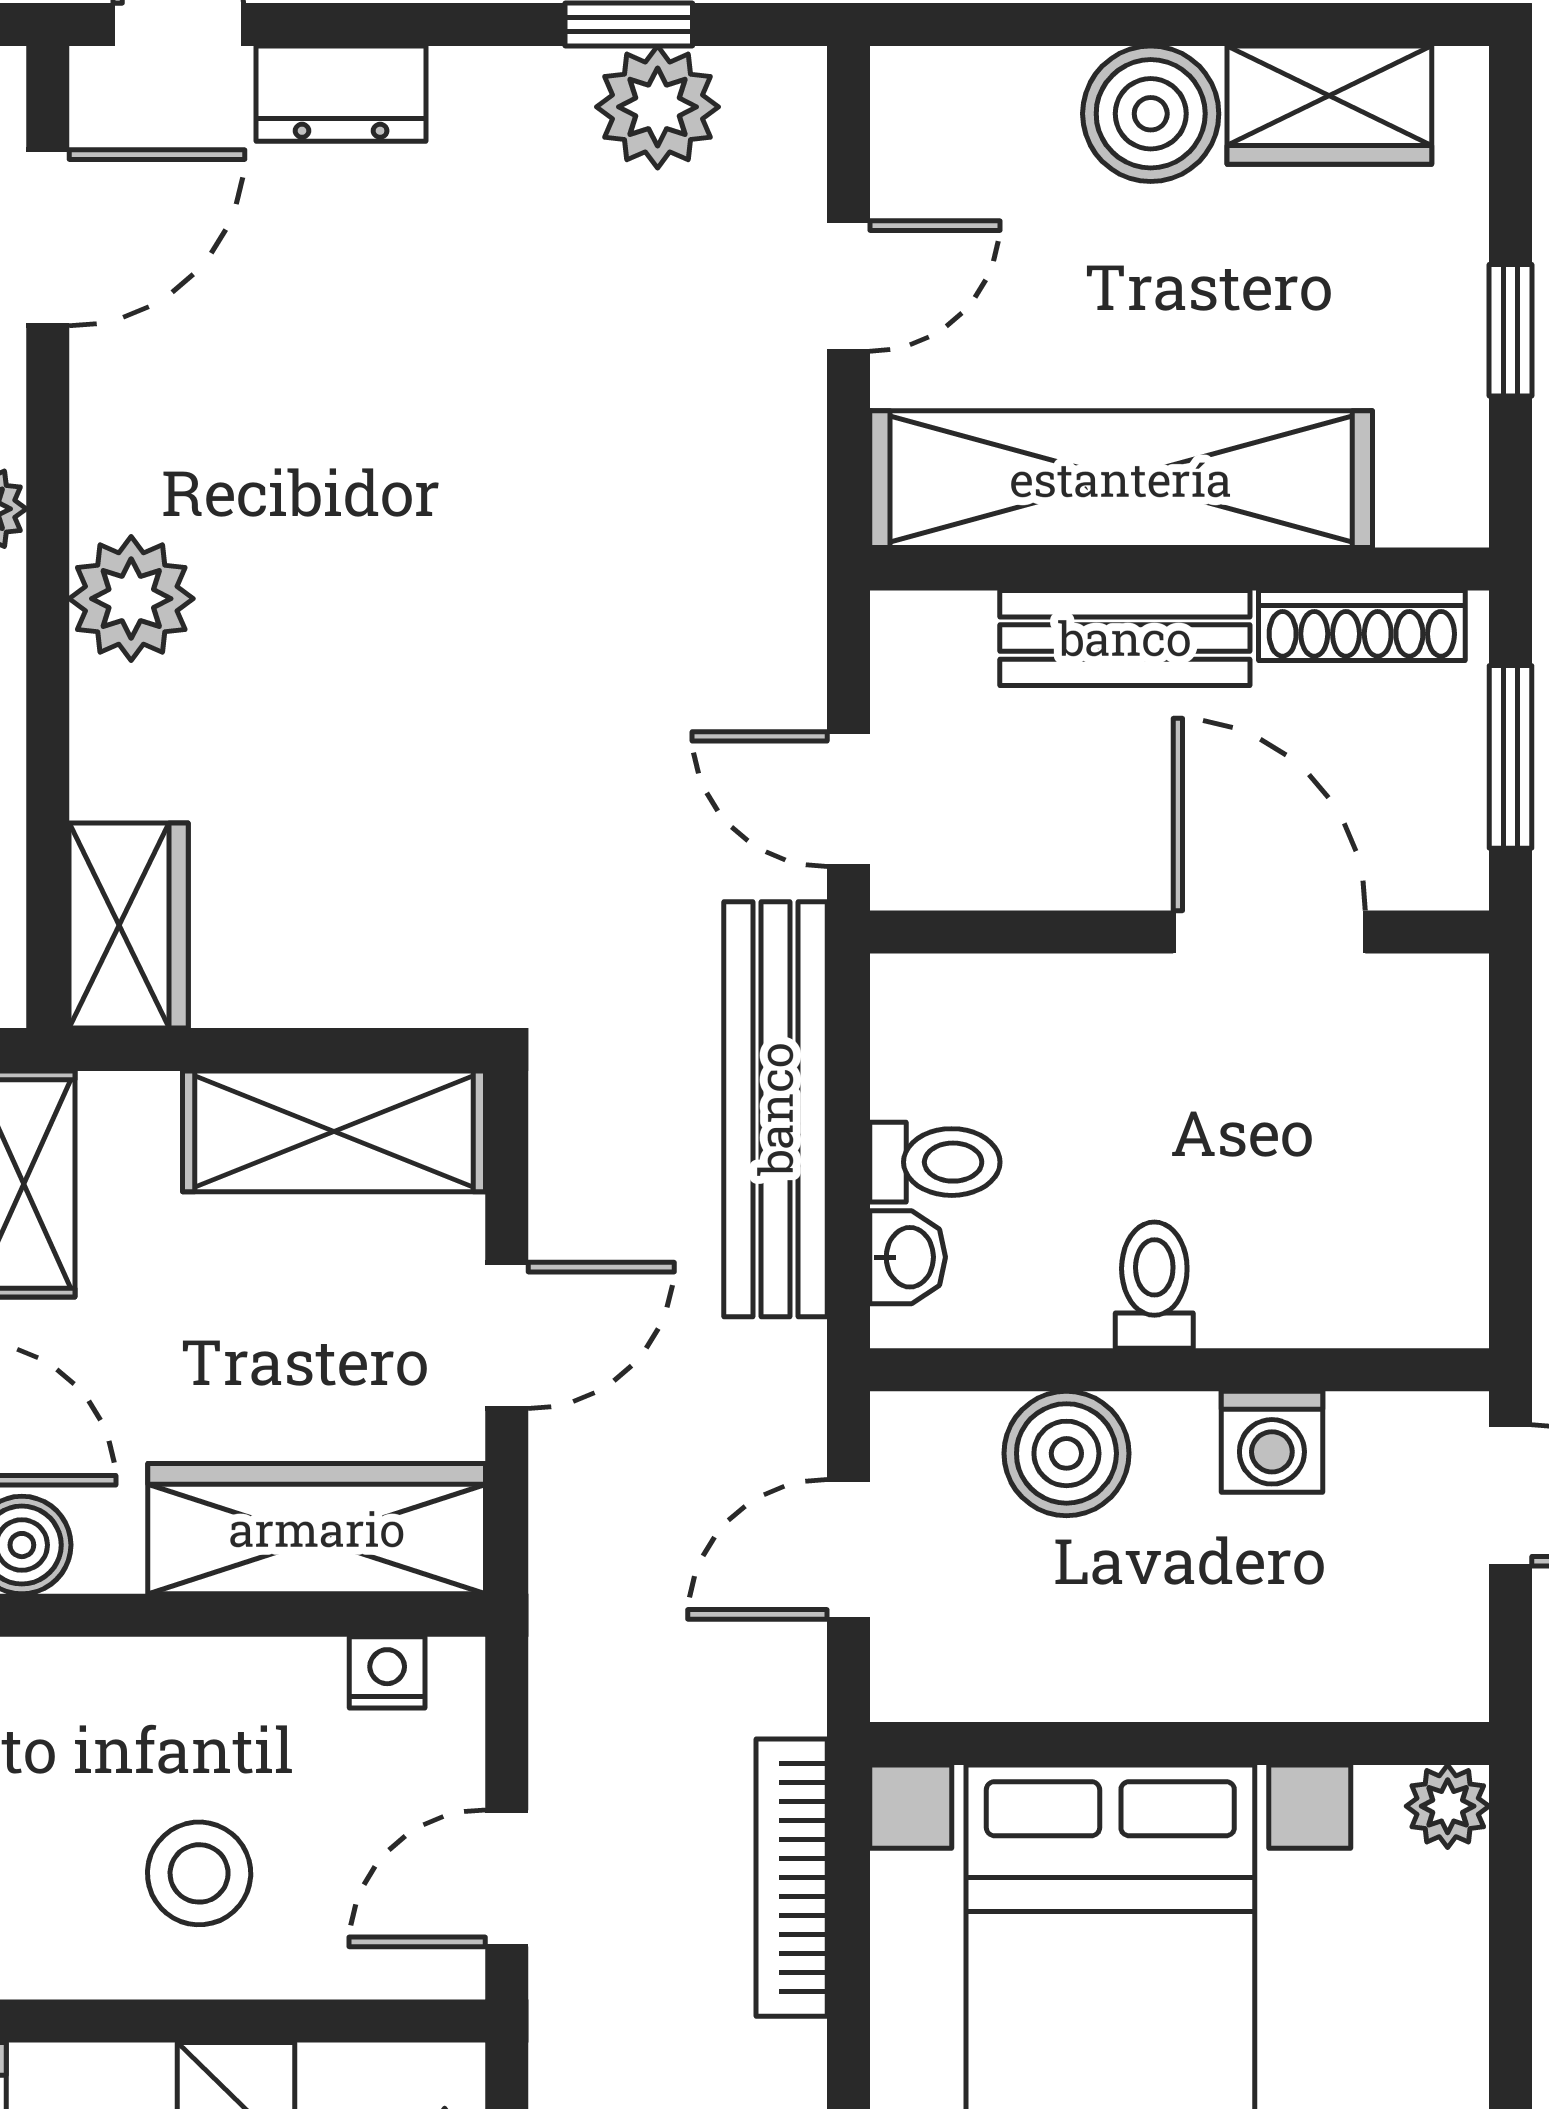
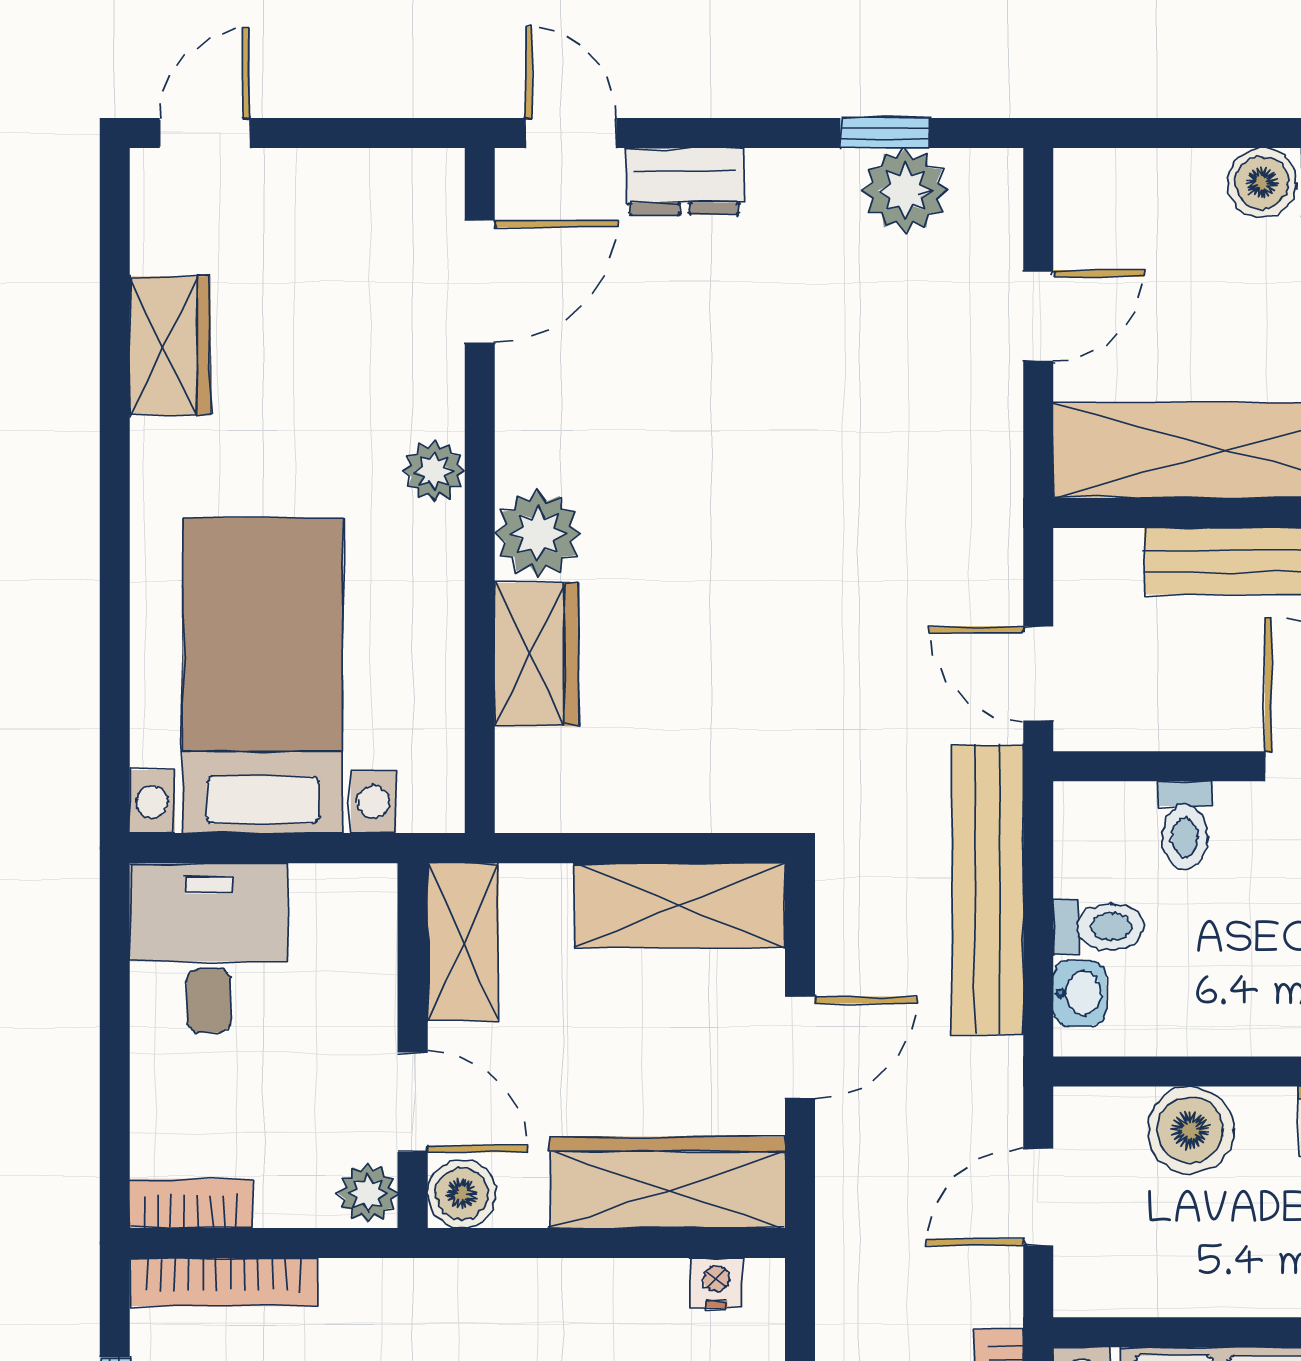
boiler: (1151, 114) -> (1262, 183), width x0.73, depth x0.73
wardrobe: (129, 925) -> (536, 654), moved
toilet: (1154, 1285) -> (1185, 825), moved, turned 180

